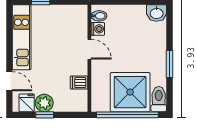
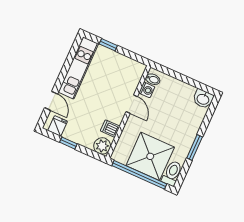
plant: (44, 103) -> (102, 146), moved

